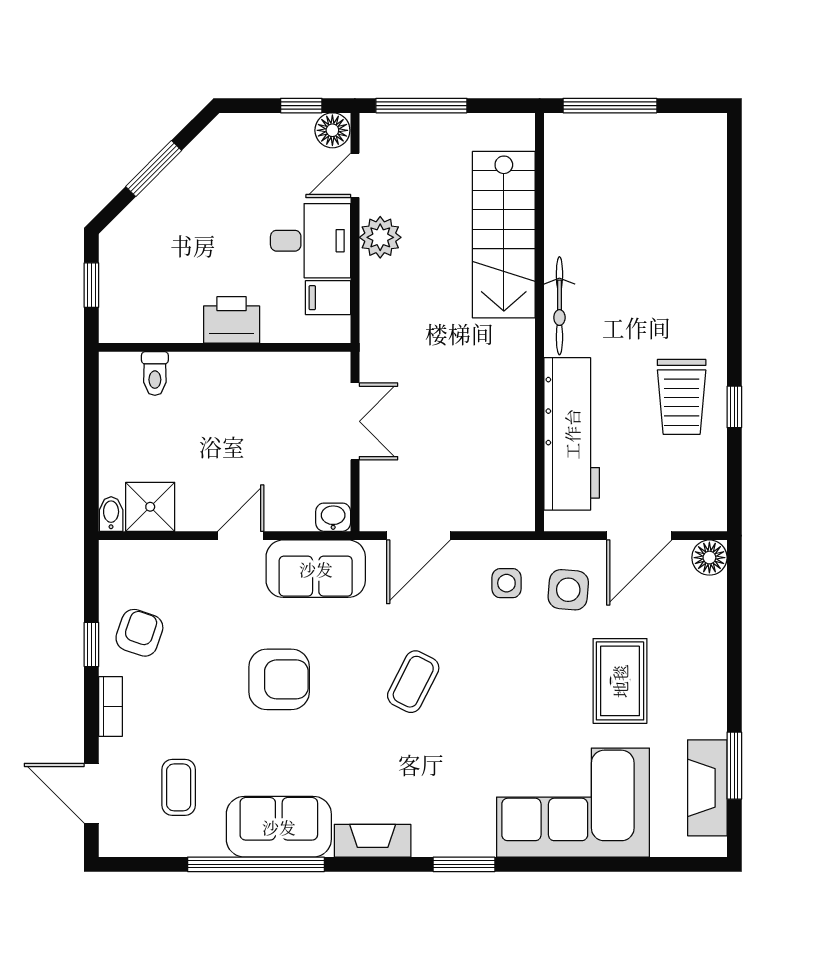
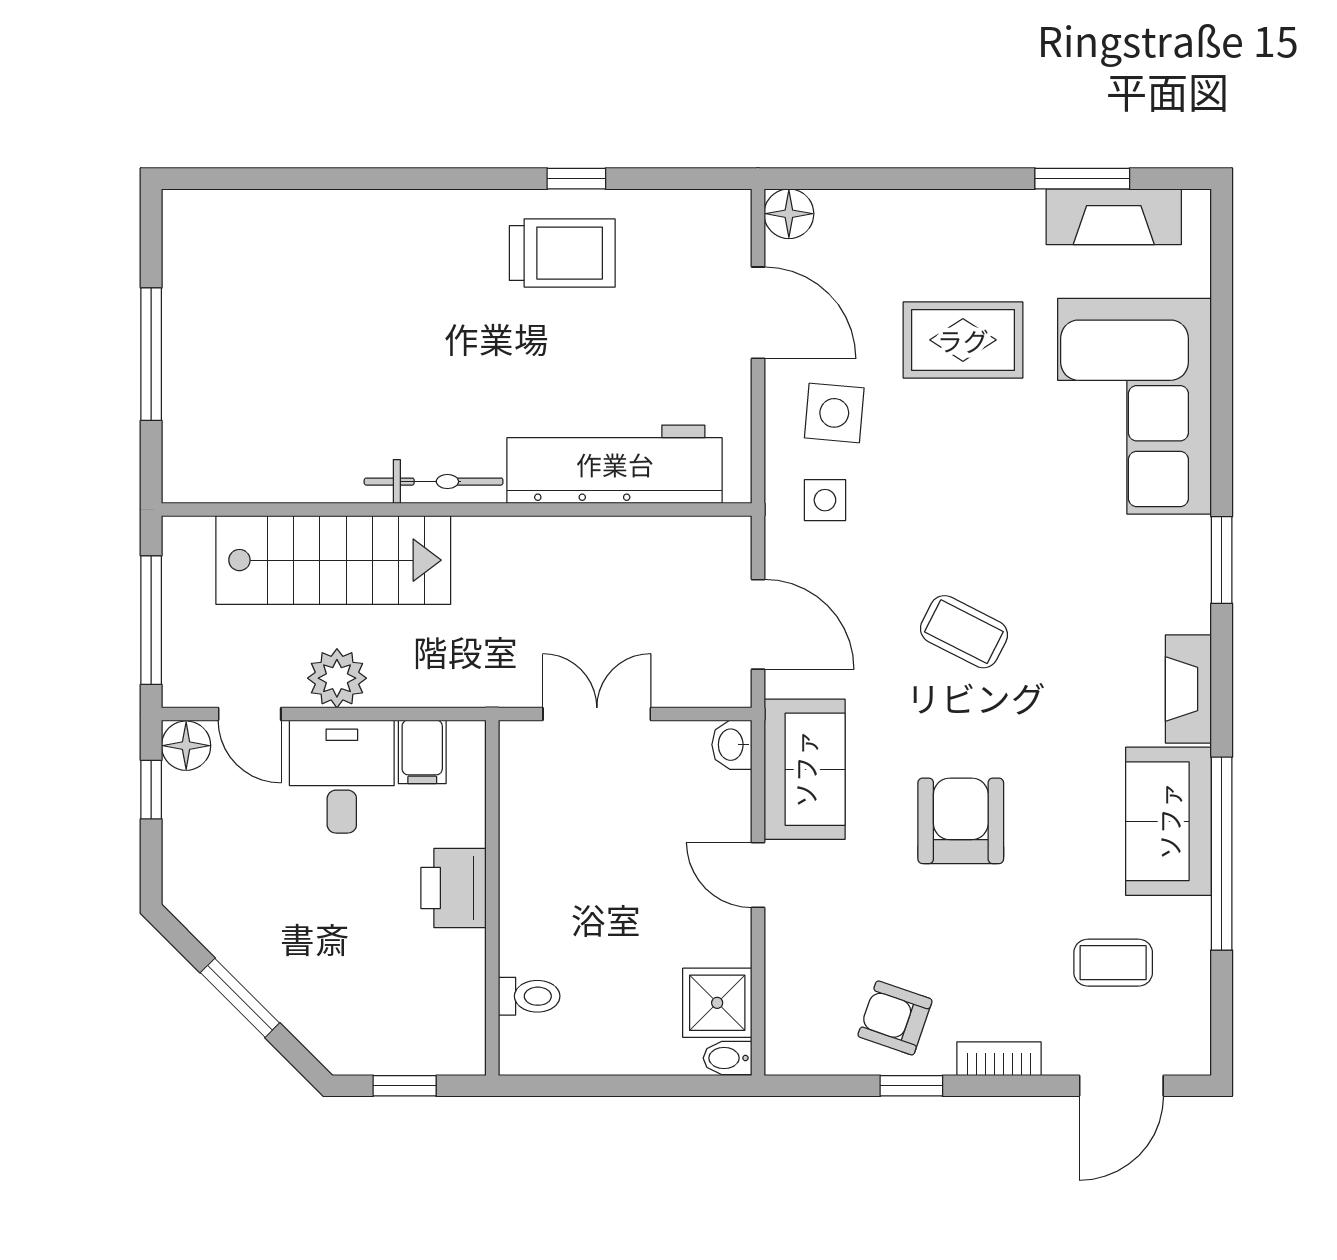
stairs: (504, 235) -> (333, 560), moved
bicycle: (559, 306) -> (434, 482), moved
wall: (540, 322) -> (457, 510), moved
workbench: (572, 434) -> (615, 464), moved

